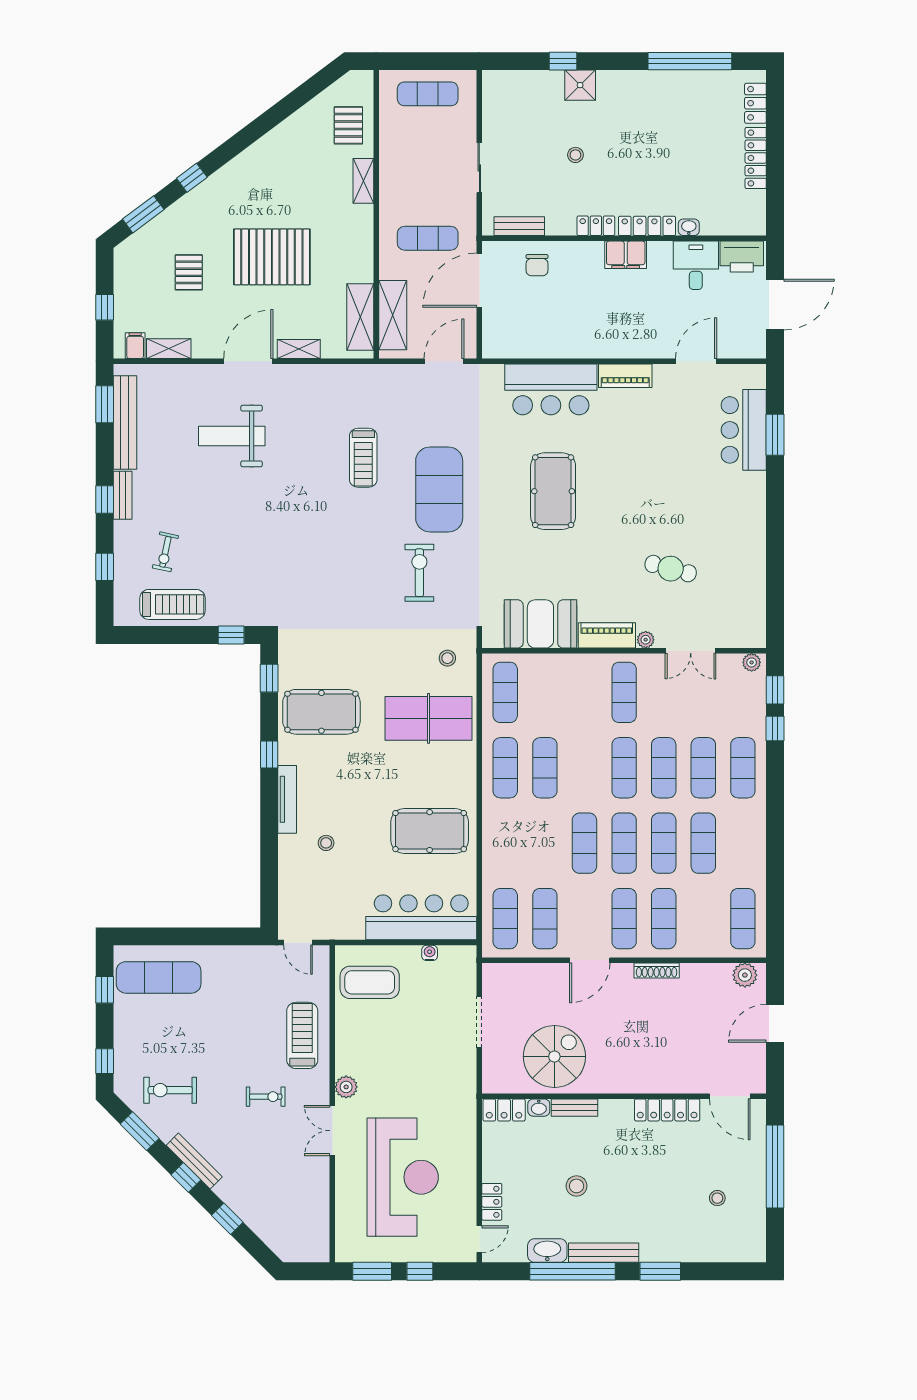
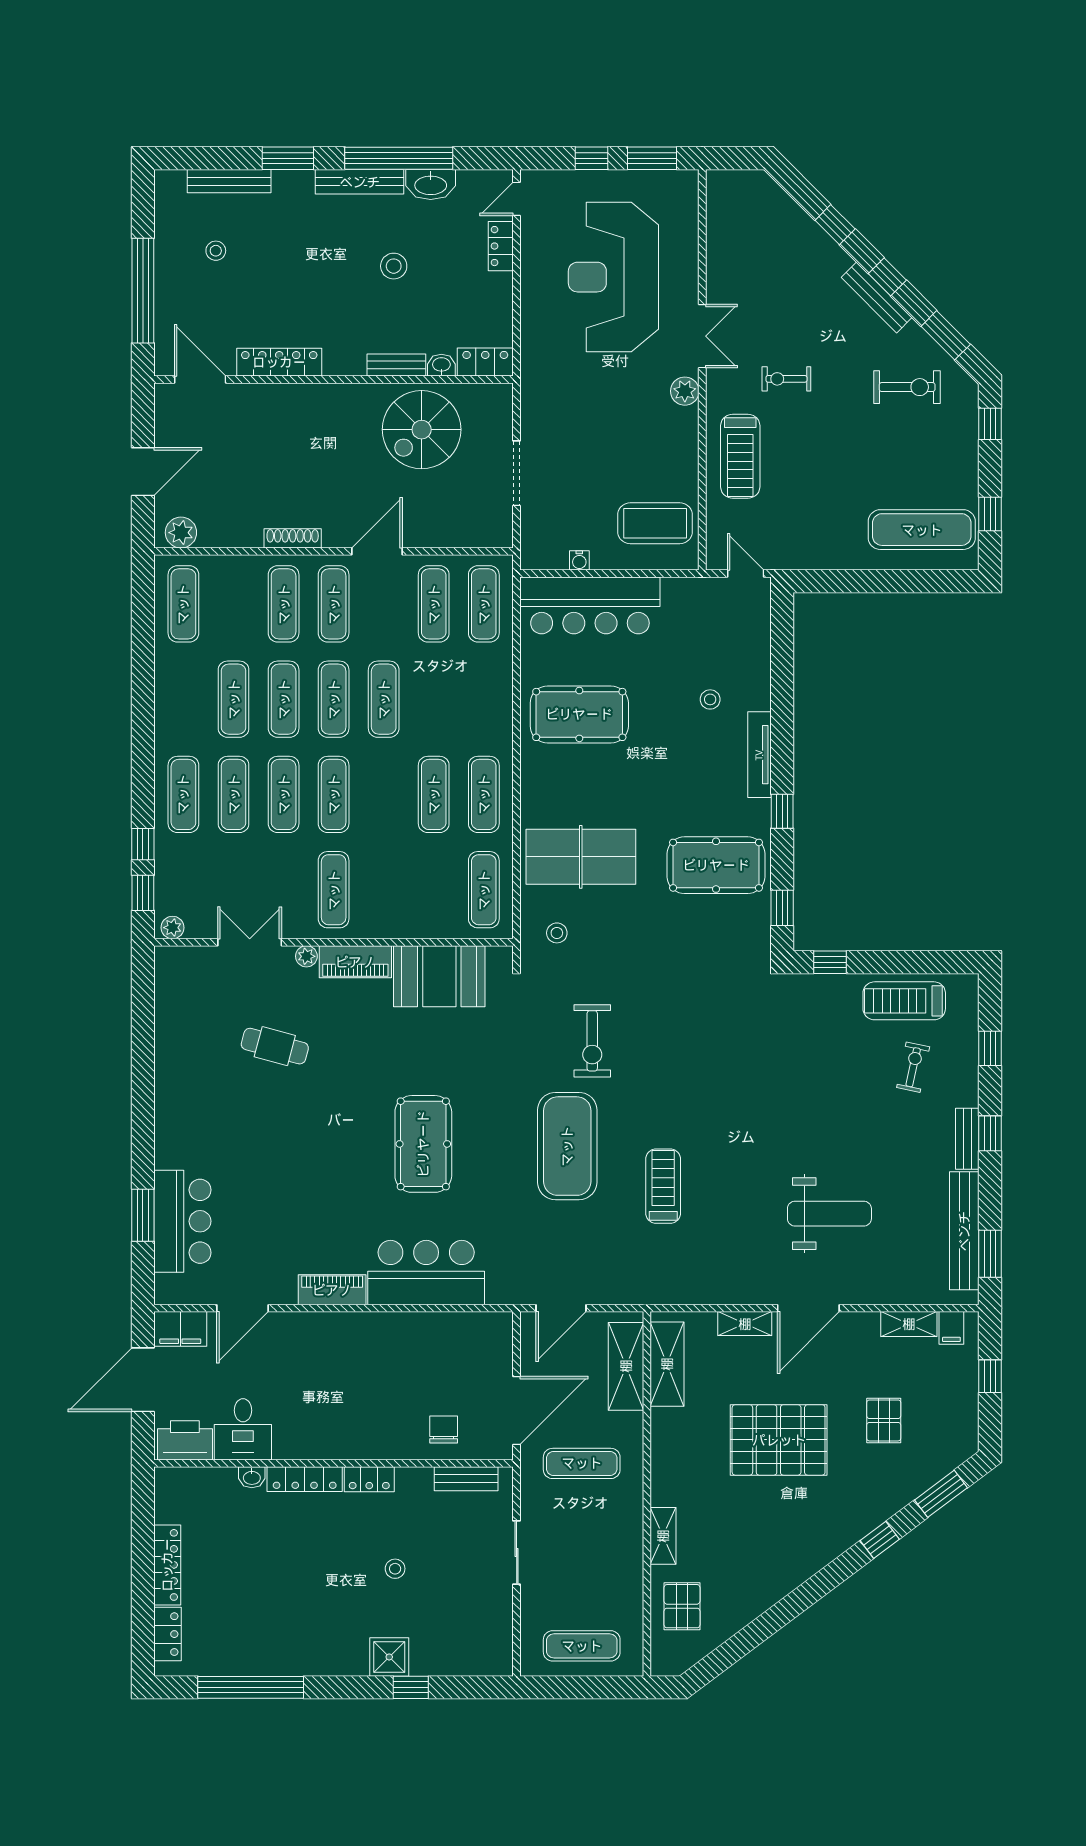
filing cabinet: (626, 255) -> (180, 1329), moved, turned 180
bench: (707, 1253) -> (229, 181), added

